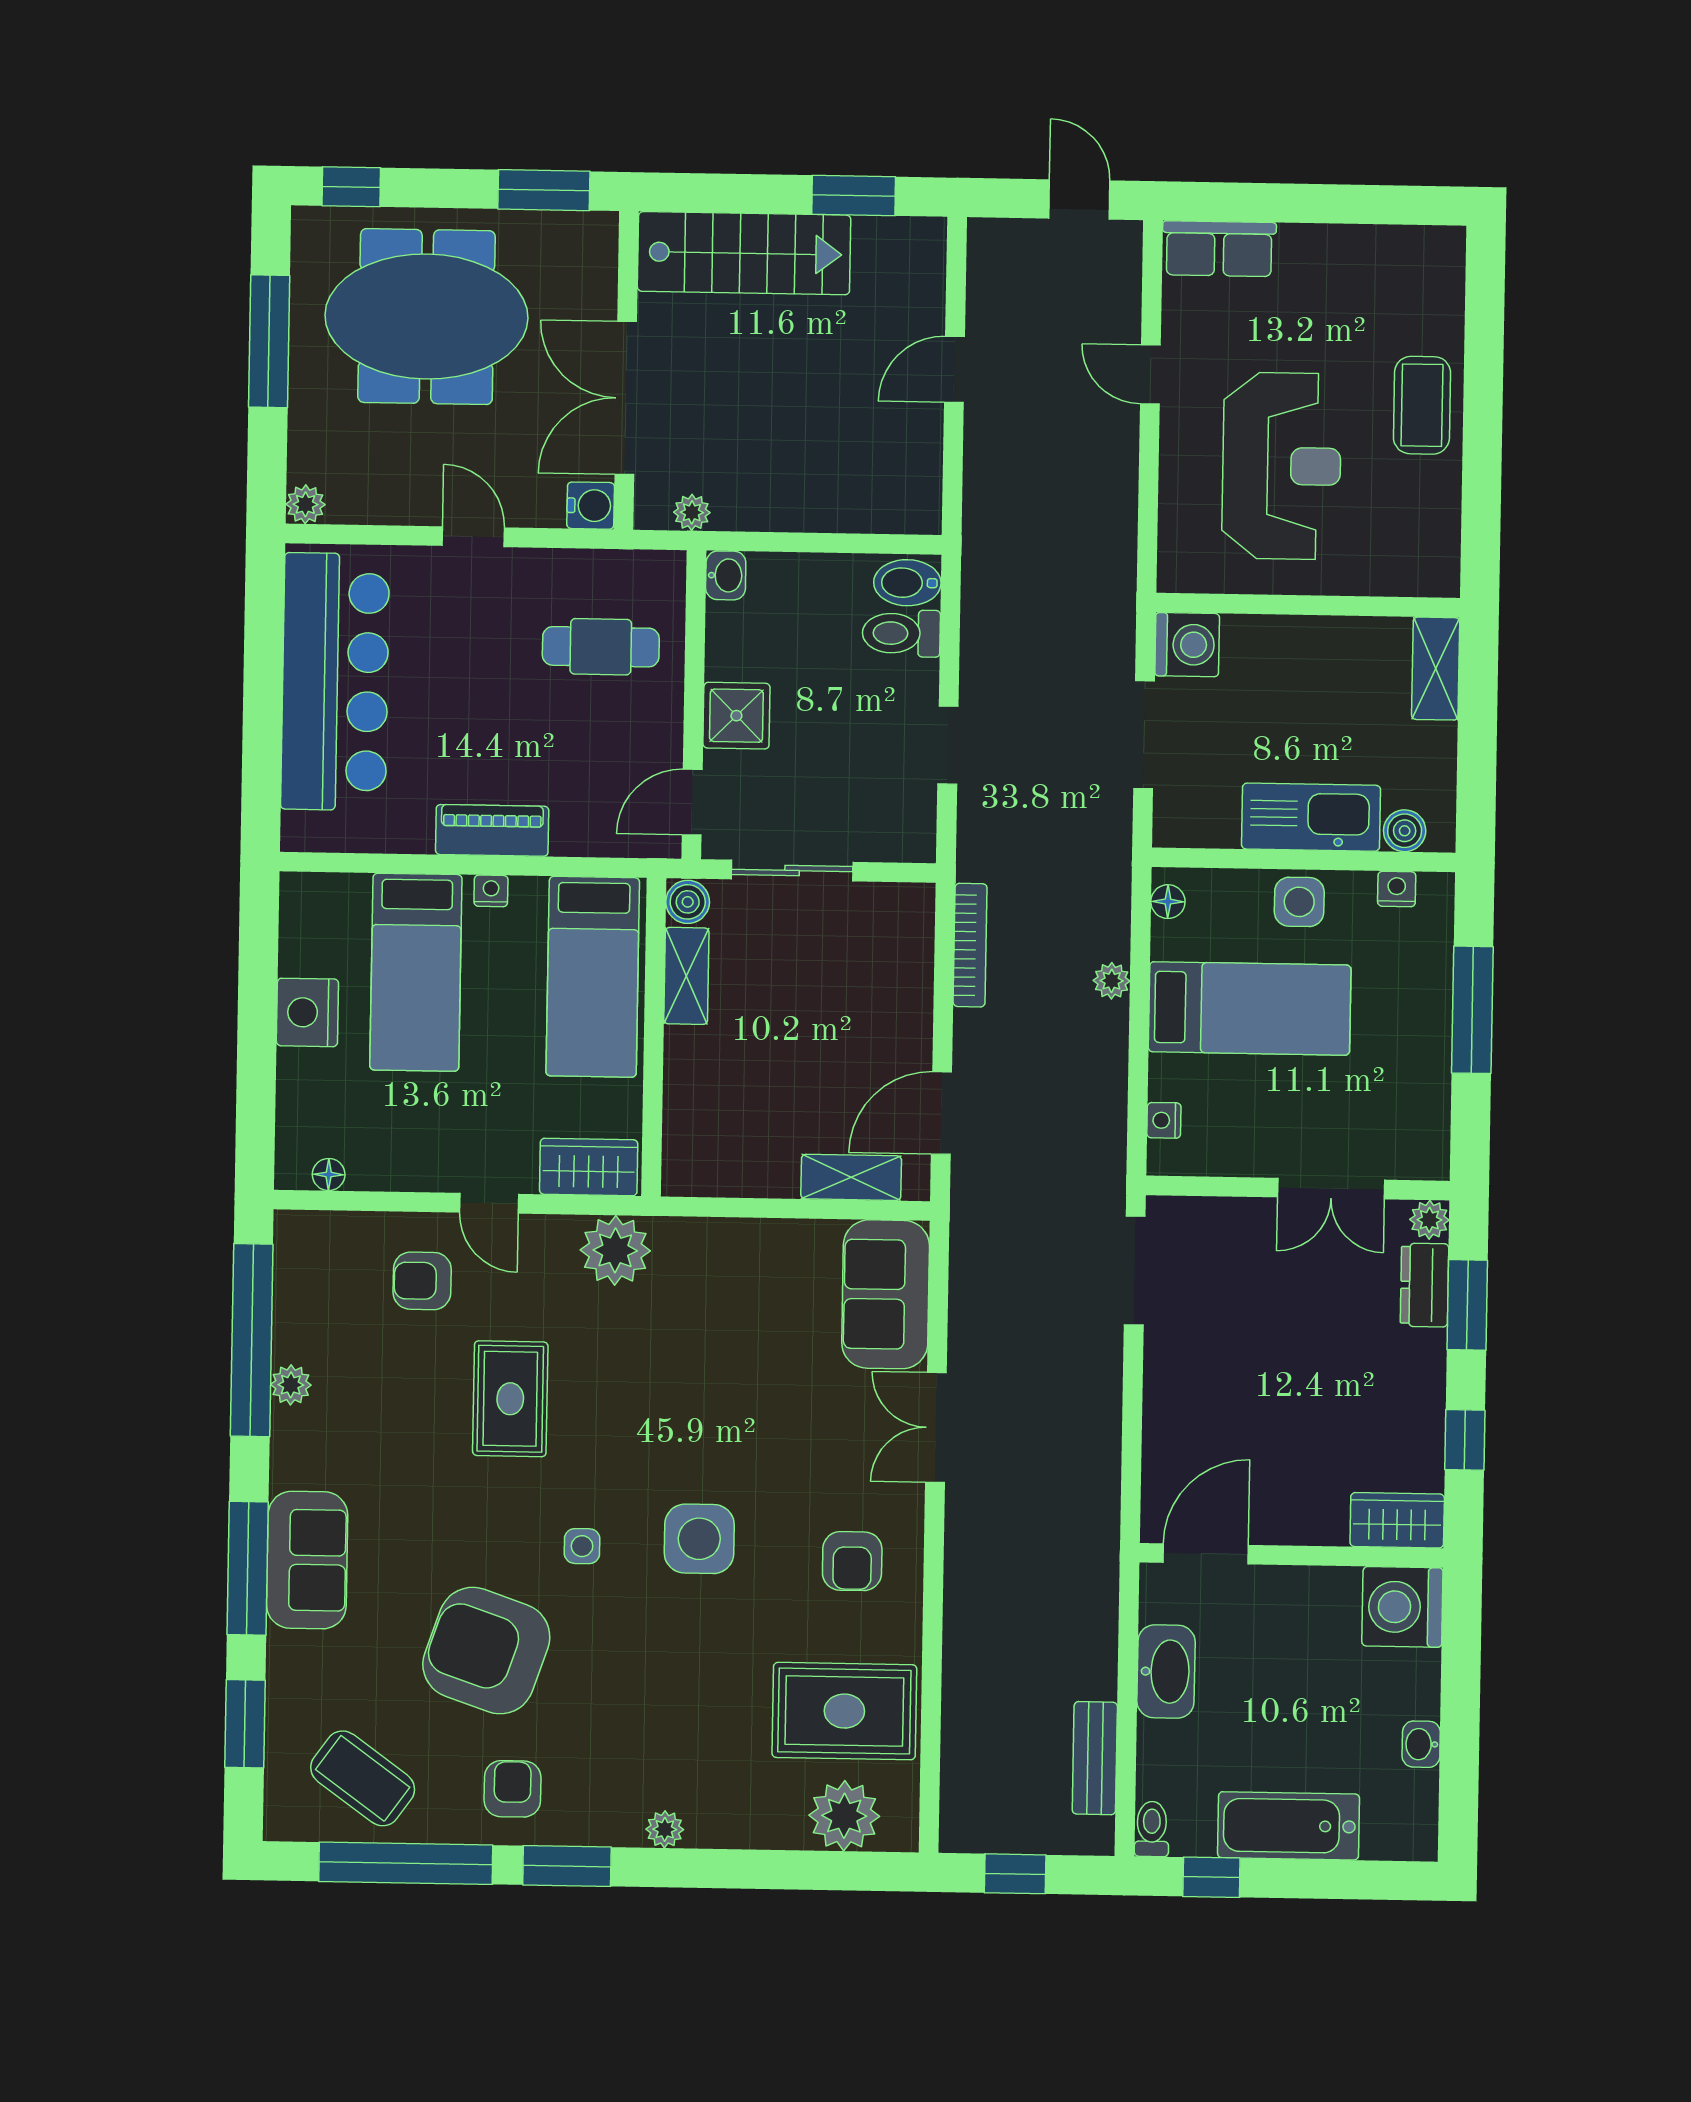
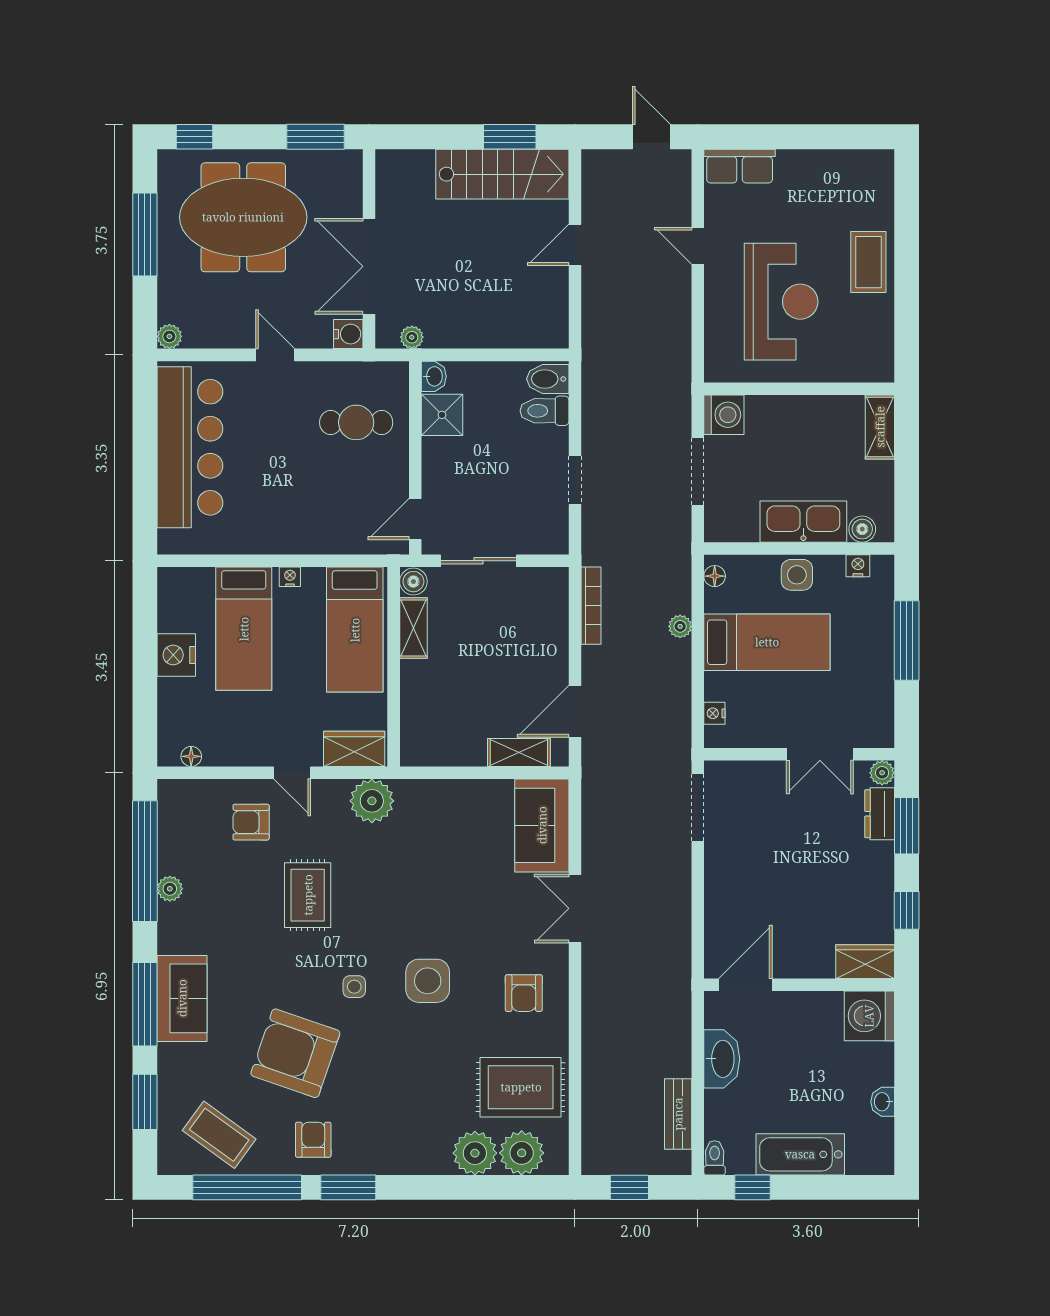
stairs: (744, 253) -> (502, 174), moved
shower: (736, 716) -> (442, 415), moved
piano: (492, 830) -> (290, 539), removed
plant: (665, 1829) -> (475, 1153), moved, width x1.87, depth x1.87

